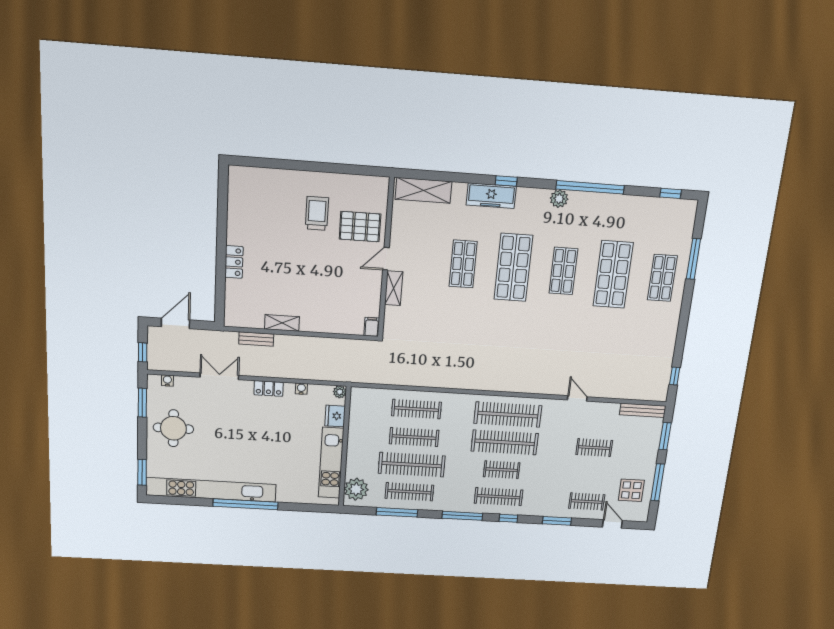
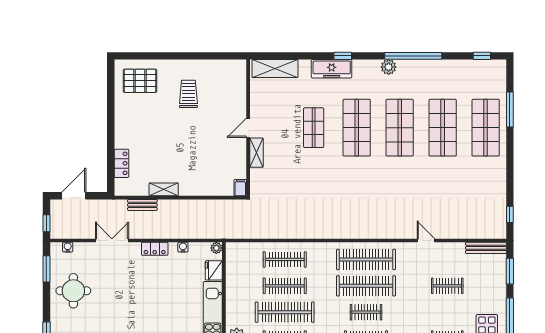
pallet: (360, 227) -> (140, 81), moved
locker: (234, 262) -> (121, 163), moved
shop shelf: (563, 271) -> (400, 128), width x1.43, depth x1.36
shop shelf: (662, 278) -> (486, 128), width x1.43, depth x1.36

